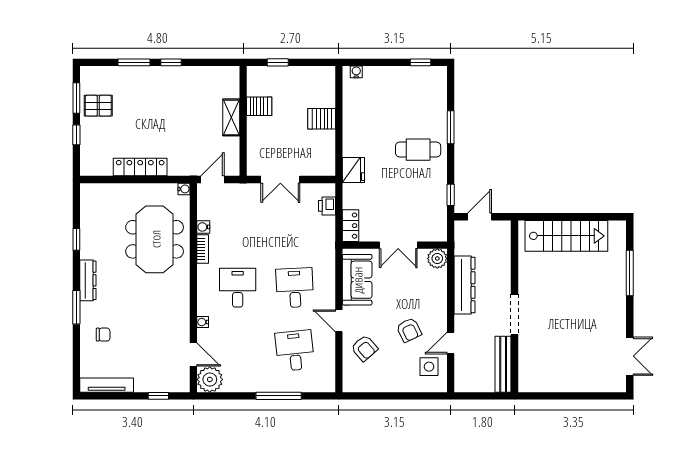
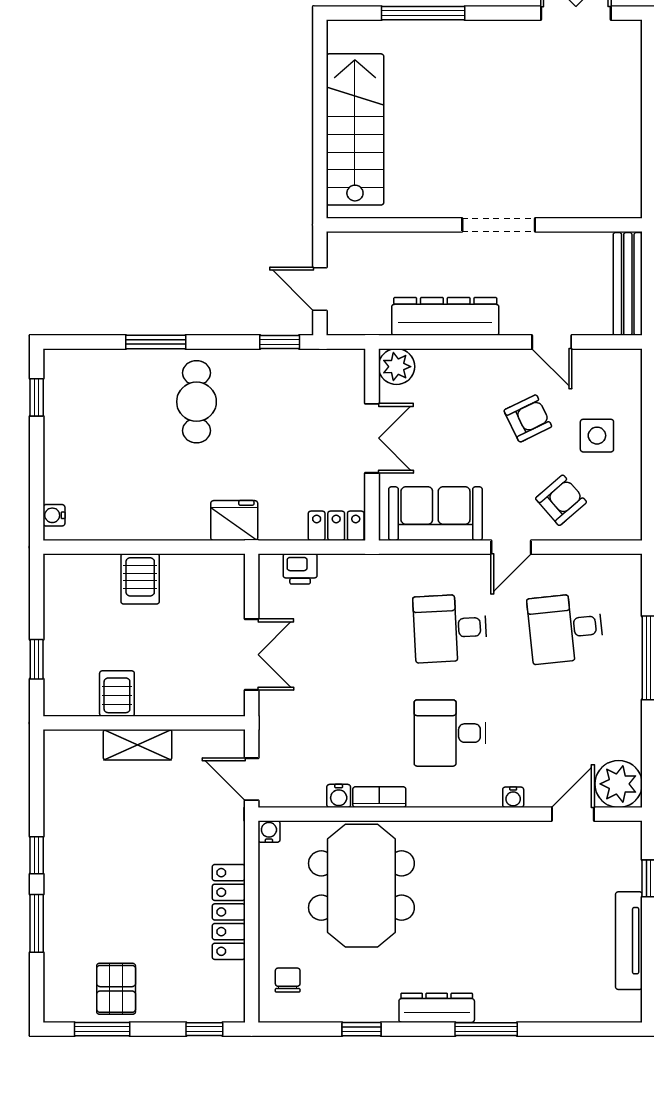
window: (76, 135) -> (204, 1029), moved
meeting table: (155, 239) -> (361, 886), turned 90
chair: (103, 335) -> (288, 980), moved
bench: (503, 364) -> (628, 284), moved, turned 90
side table: (429, 367) -> (597, 436), moved
tv unit: (107, 385) -> (629, 941), moved

